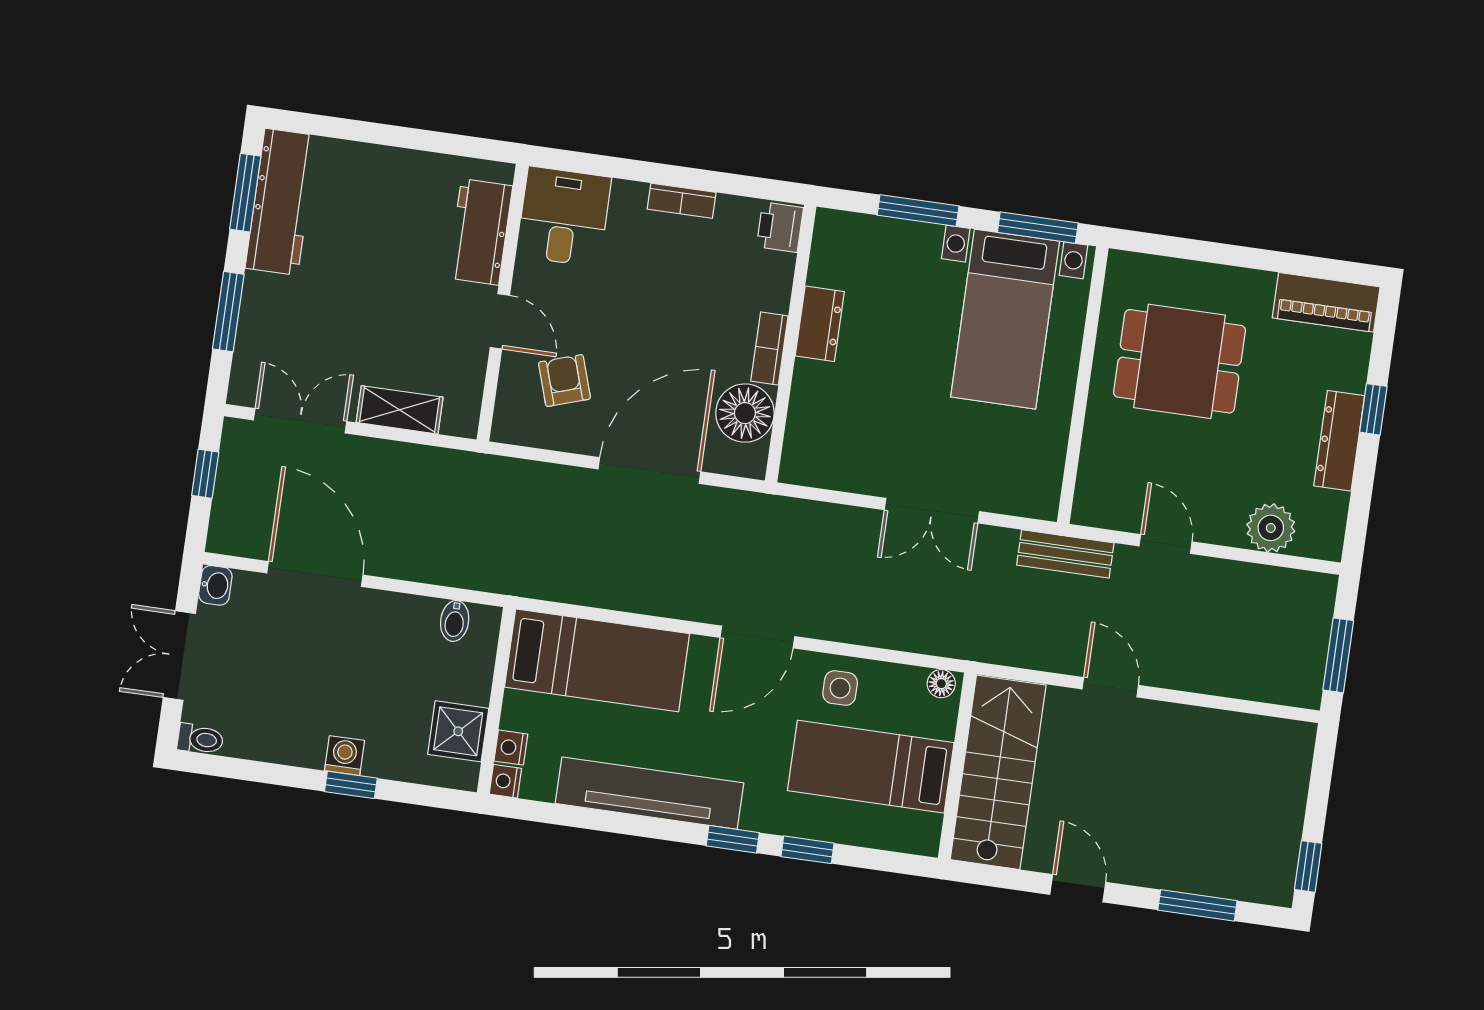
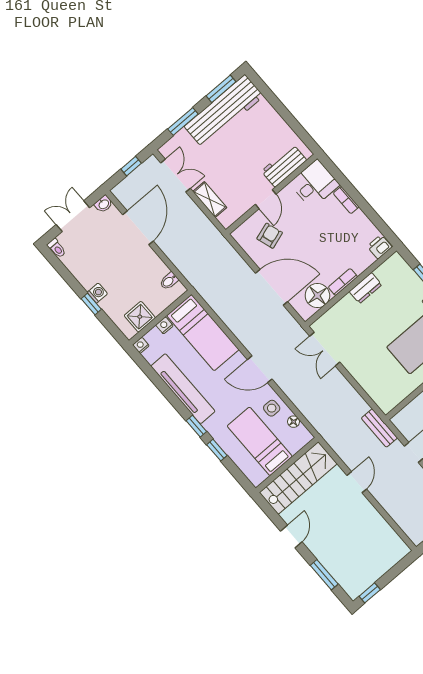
bookcase: (682, 201) -> (346, 200), moved
workbench: (281, 202) -> (224, 111), width x1.36, depth x1.32
double door: (932, 511) -> (325, 349), moved
floor lamp: (941, 684) -> (294, 422), moved
nightstand: (511, 748) -> (164, 325), moved

